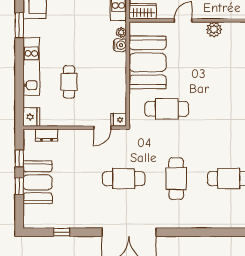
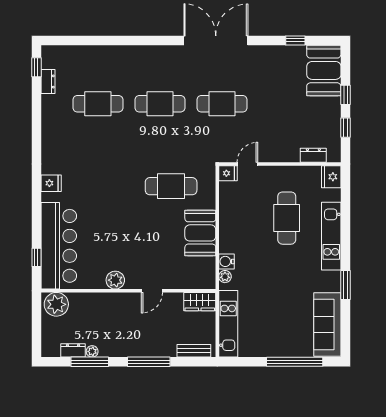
booth: (148, 62) -> (200, 233), width x0.73, depth x0.70
cafe table: (69, 82) -> (287, 218), width x1.37, depth x1.35
cafe table: (176, 179) -> (160, 104), turned 90
booth: (38, 182) -> (324, 70), moved

